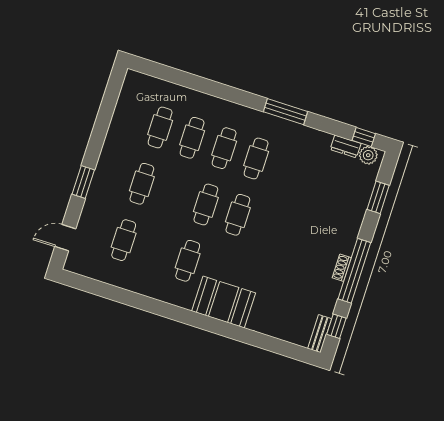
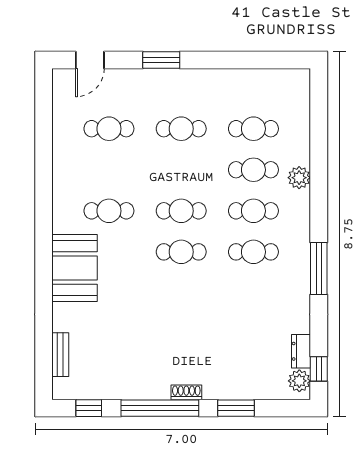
plant: (210, 104) -> (299, 178), added
window: (378, 197) -> (236, 408), moved
door: (65, 238) -> (90, 60), swing flipped
shoe rack: (342, 268) -> (186, 392), moved
bench: (320, 334) -> (60, 355), moved, turned 90

